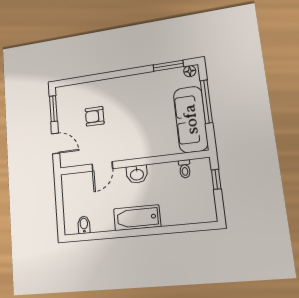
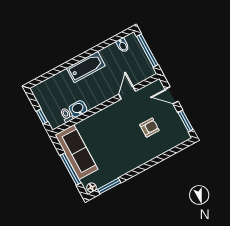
washbasin: (137, 174) -> (78, 109), moved
window: (60, 206) -> (147, 50), added

